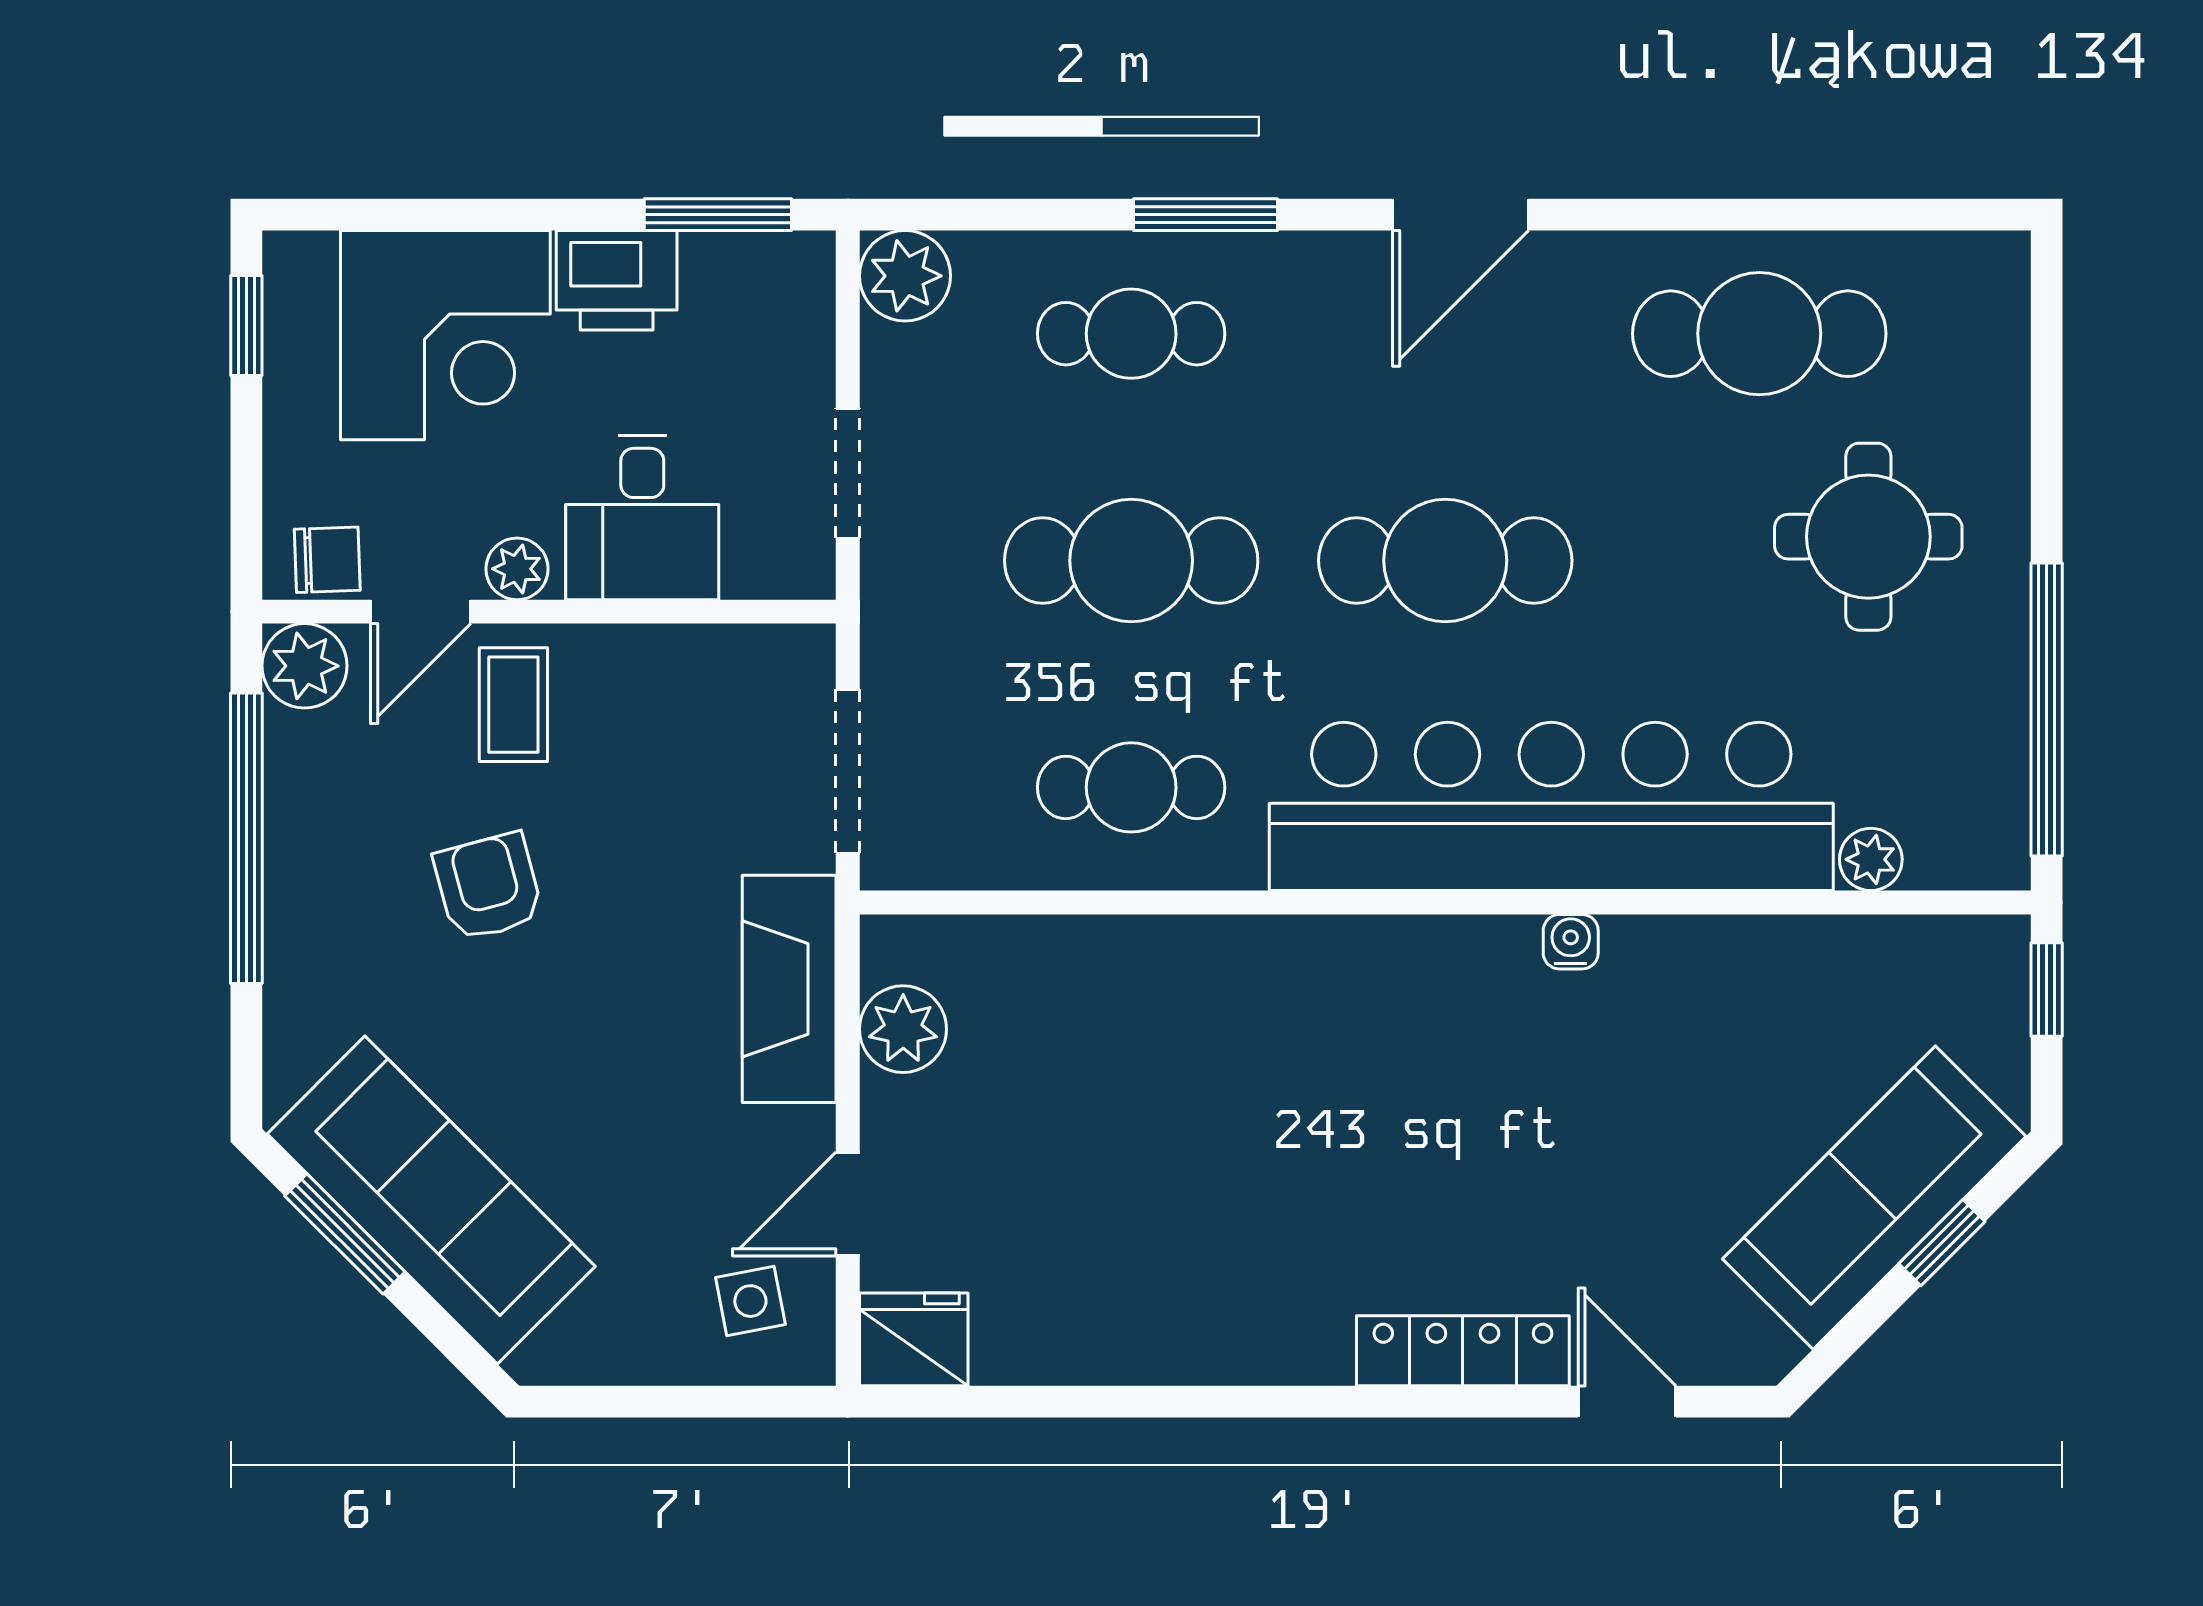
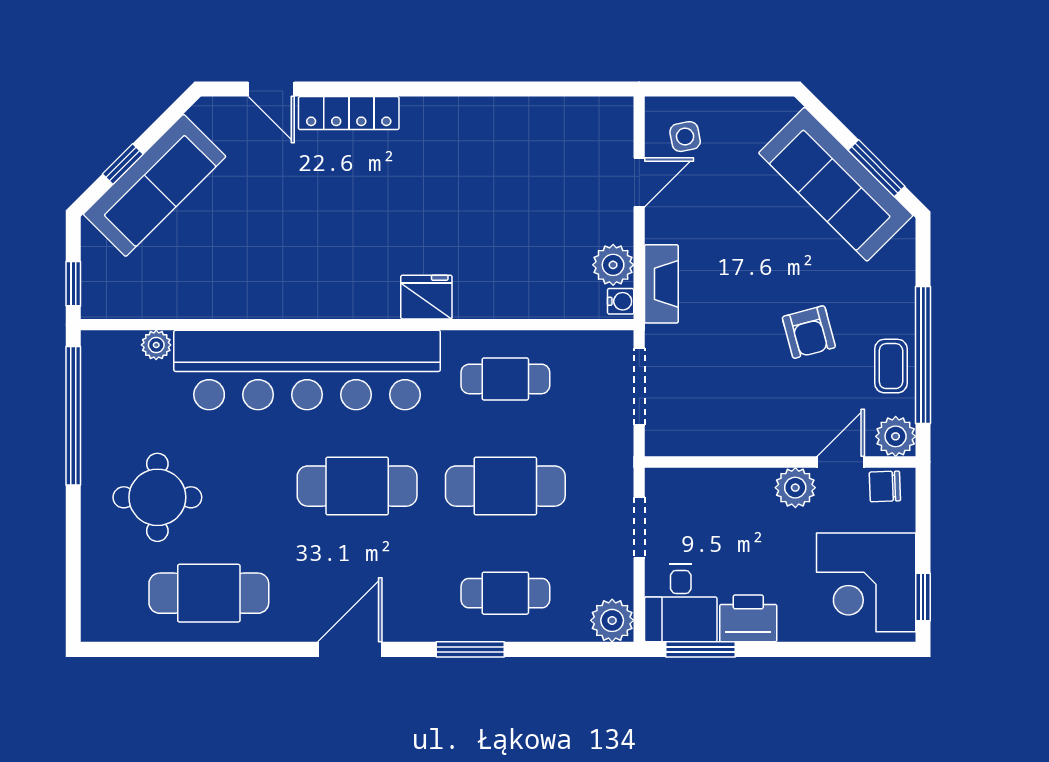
corner desk: (445, 335) -> (866, 582), moved, turned -90
desk: (642, 517) -> (681, 603), moved, turned 180
plant: (517, 569) -> (795, 488), width x1.38, depth x1.38
coffee table: (513, 705) -> (891, 366), moved
water cooler: (1571, 942) -> (621, 301), moved, turned -90
fireplace: (789, 989) -> (661, 284), width x0.73, depth x0.76
fridge: (914, 1339) -> (426, 297), moved, turned 180

